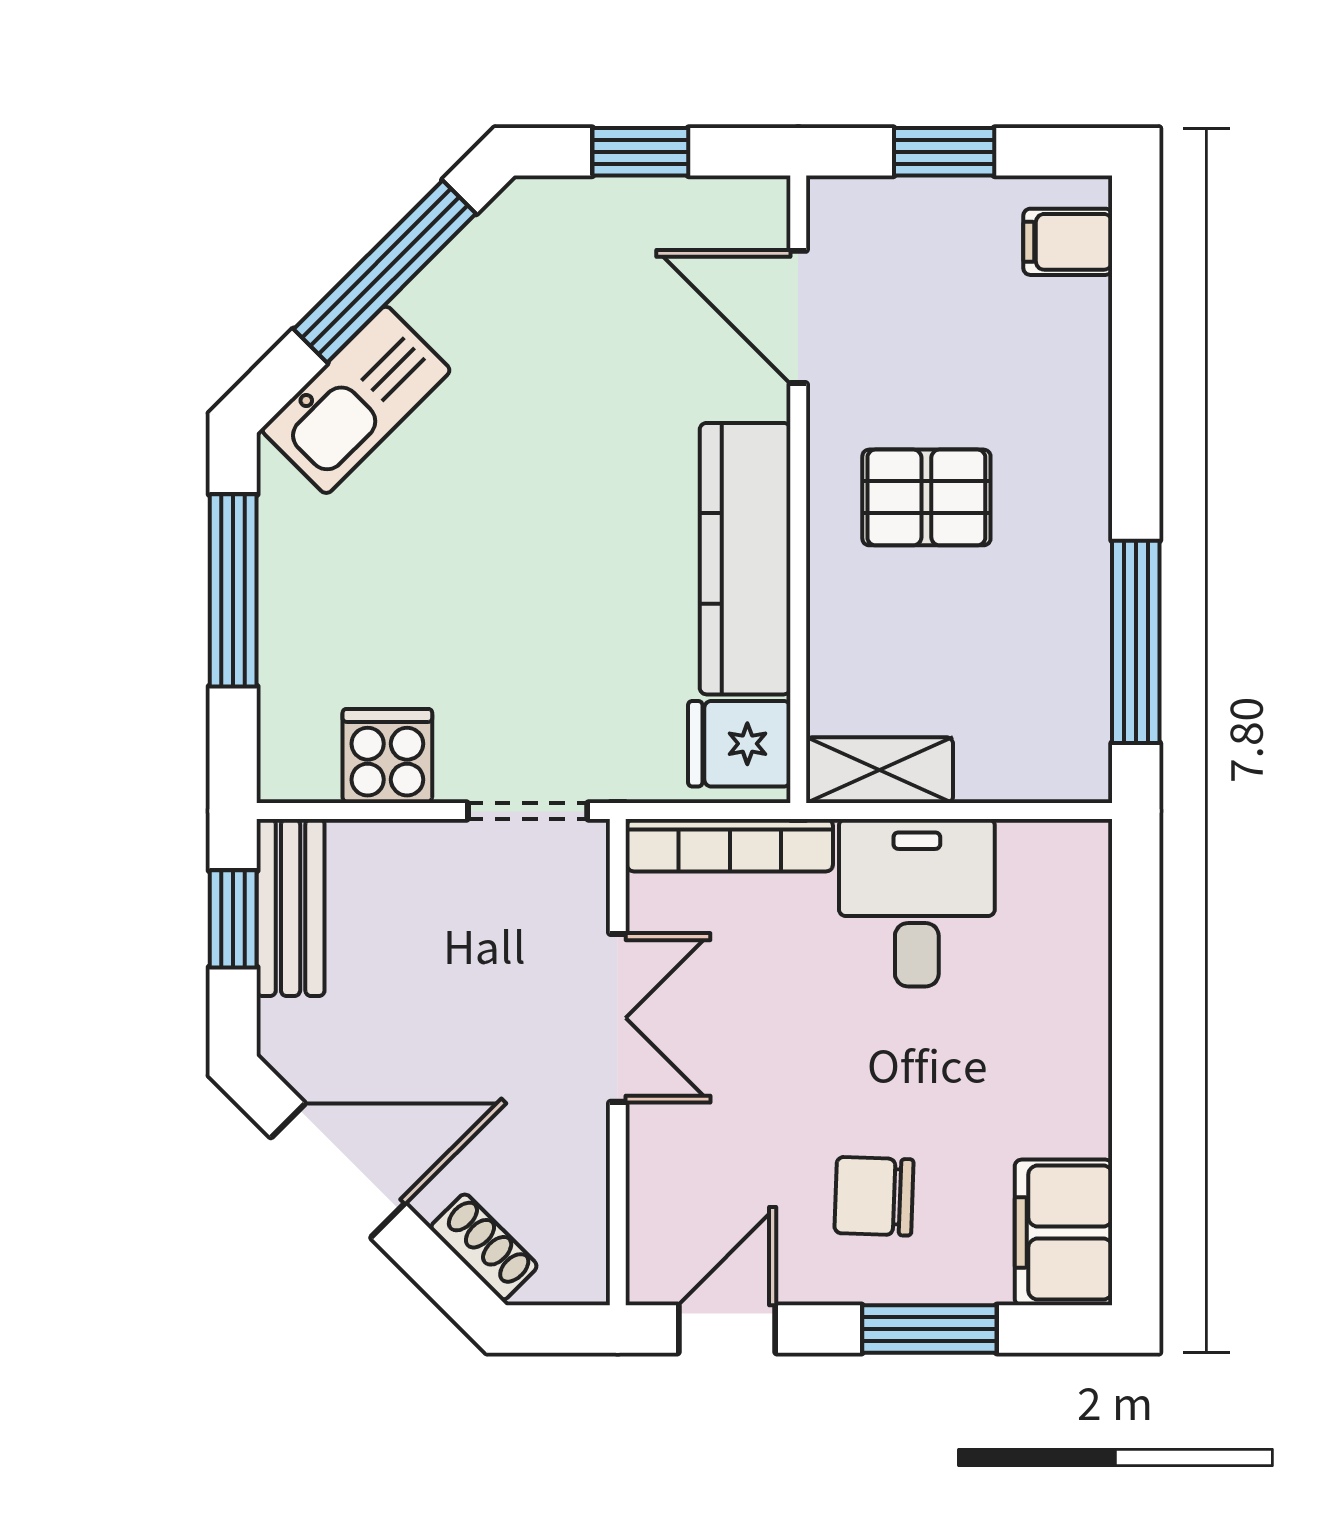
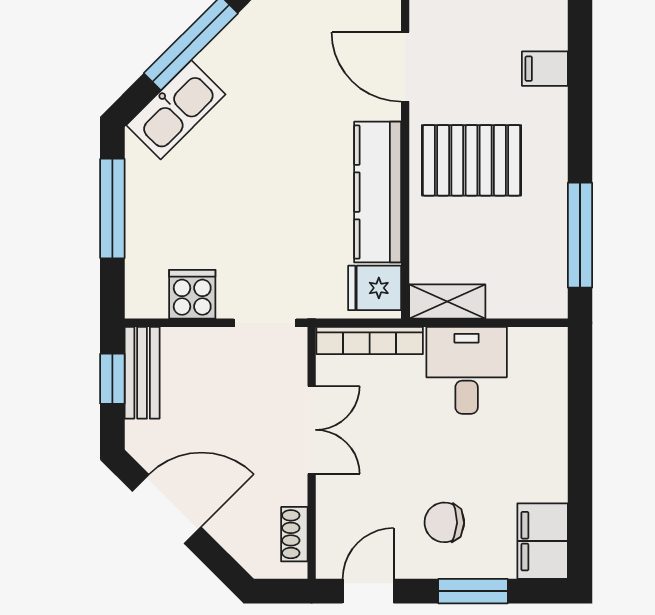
filing cabinet: (1068, 242) -> (545, 69), moved
pallet: (926, 497) -> (471, 160), width x1.50, depth x1.42
shoe rack: (484, 1247) -> (294, 534), moved, turned -135

